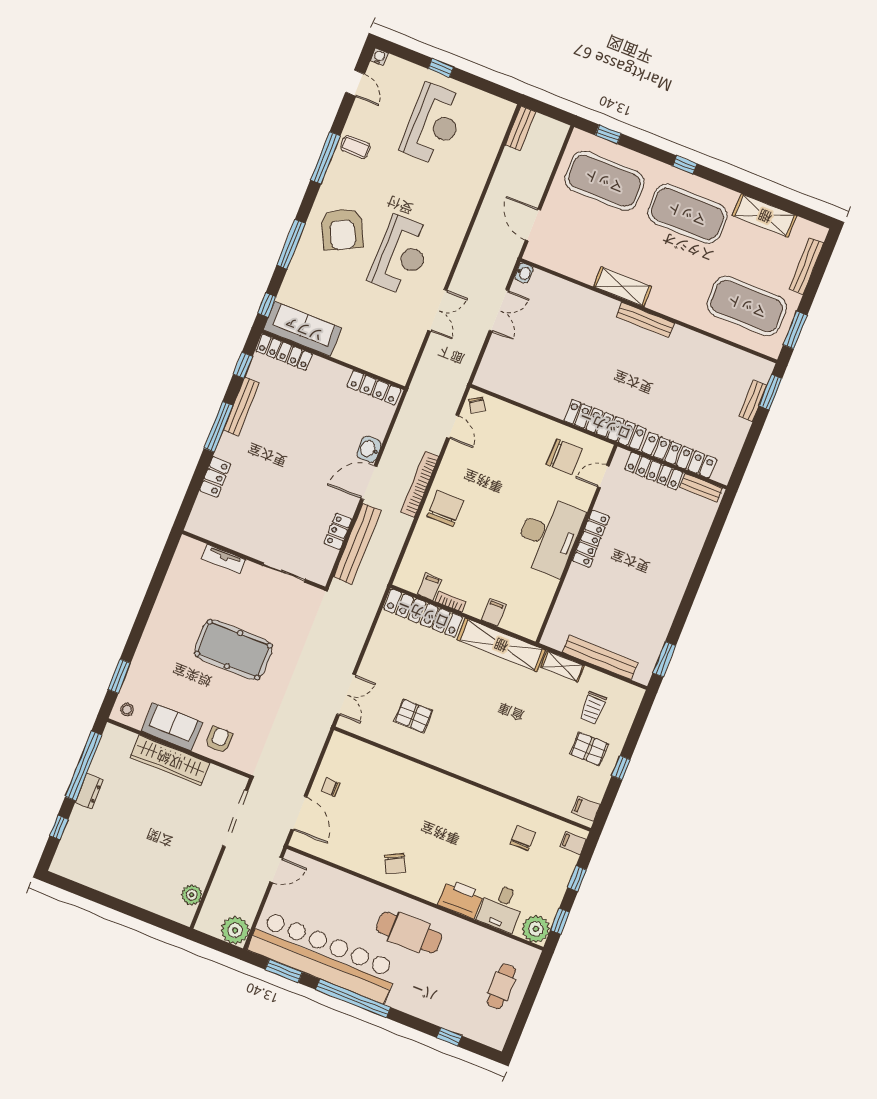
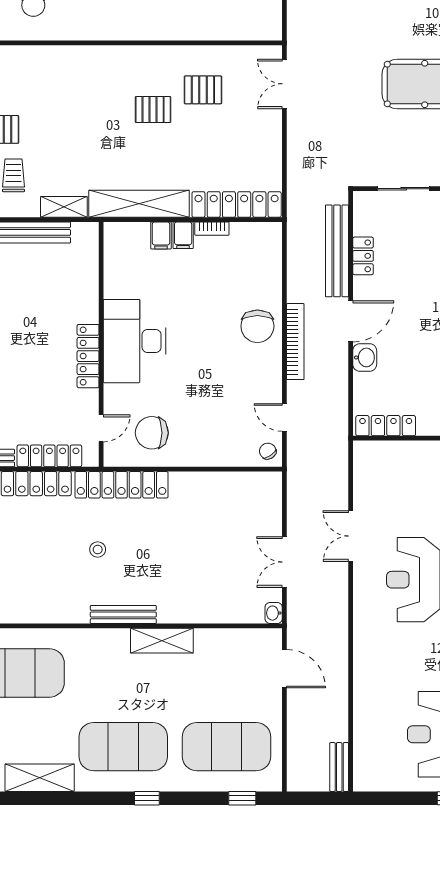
stool: (645, 380) -> (98, 549), added
filing cabinet: (430, 587) -> (183, 235), moved
pallet: (460, 716) -> (153, 110), added

